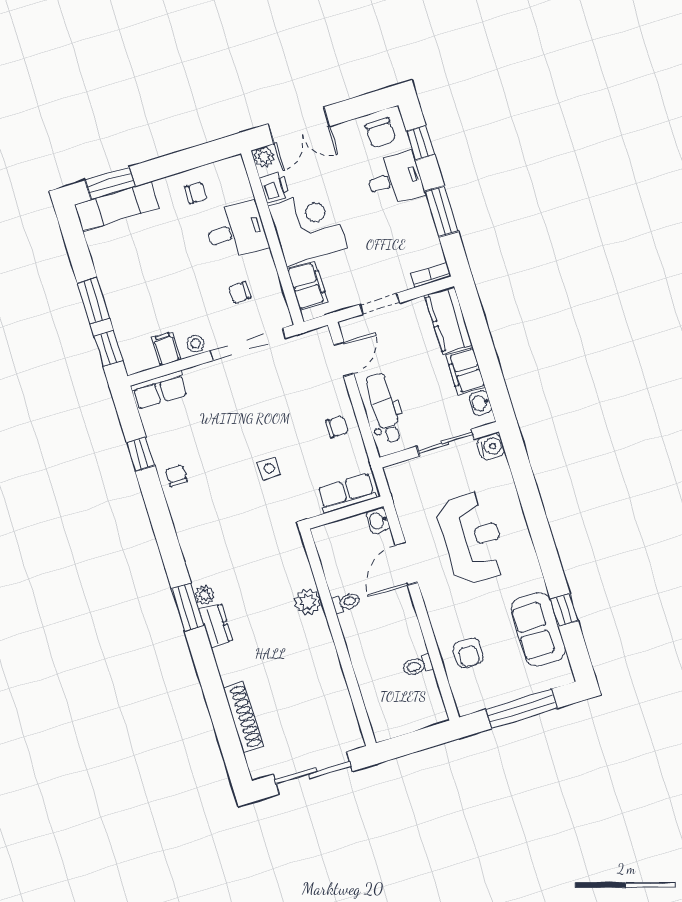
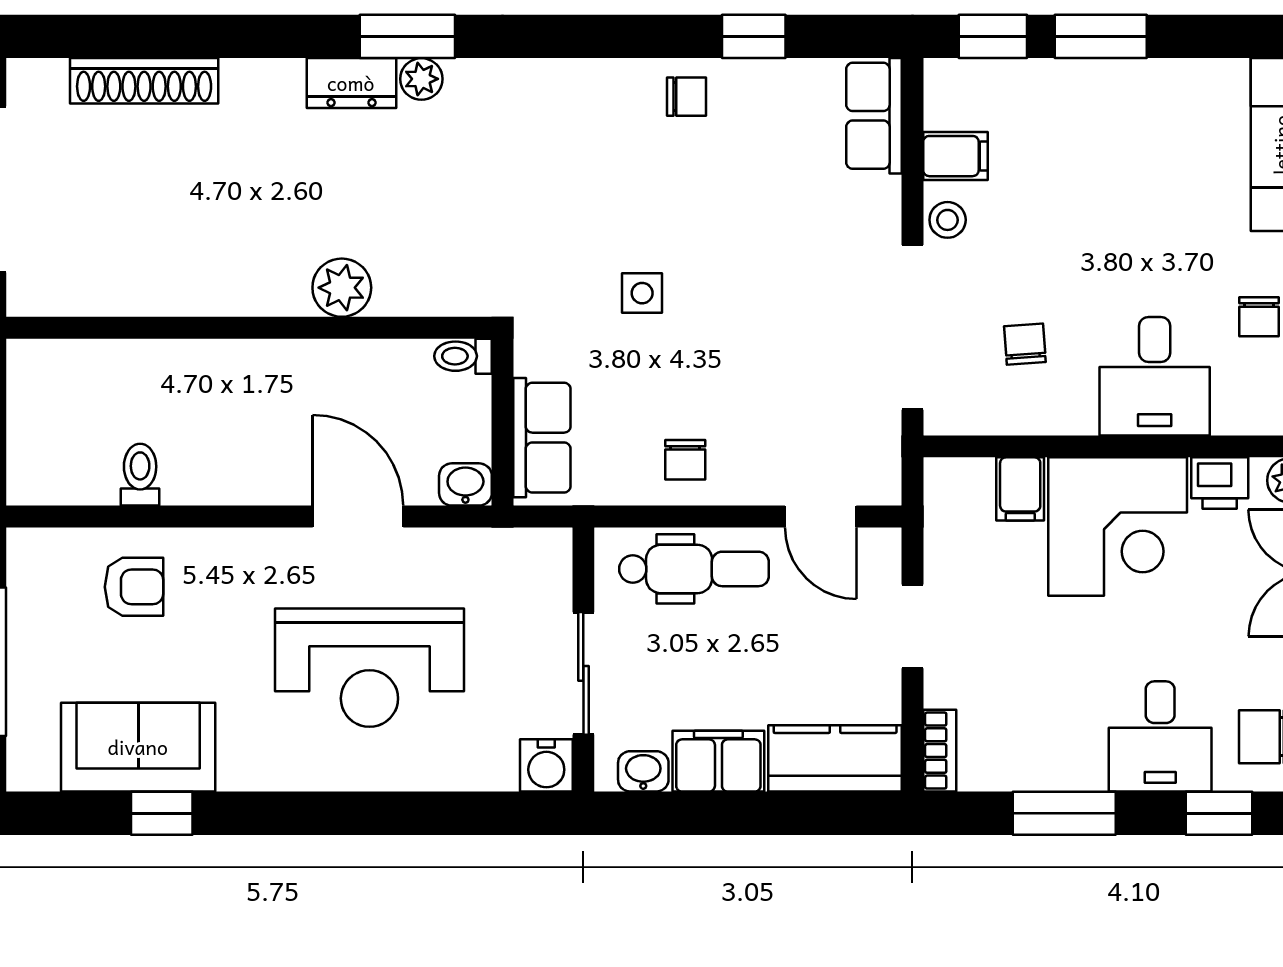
filing cabinet: (308, 285) -> (1020, 489), width x0.50
toilet: (346, 602) -> (463, 356), moved, turned 90
armchair: (468, 653) -> (134, 587), turned 180

